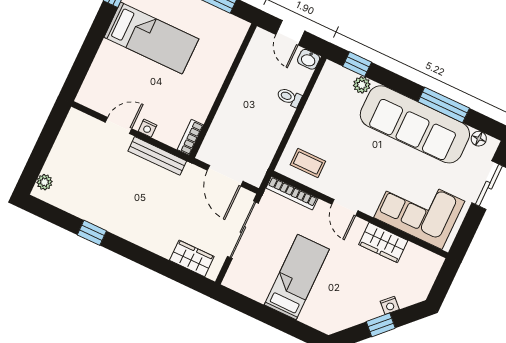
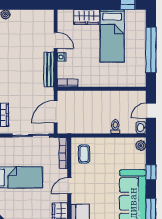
wardrobe: (105, 63) -> (87, 17), added
window: (357, 64) -> (151, 172), moved
plant: (362, 85) -> (141, 146), moved

